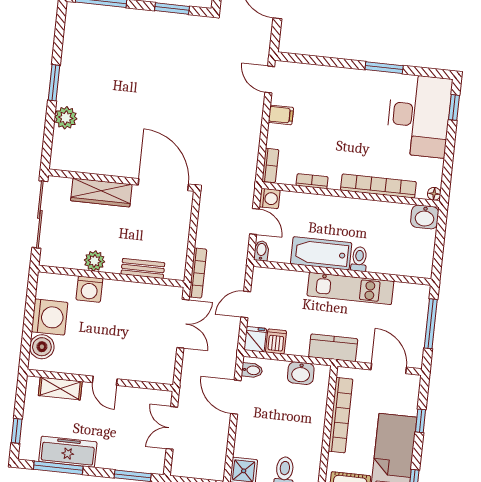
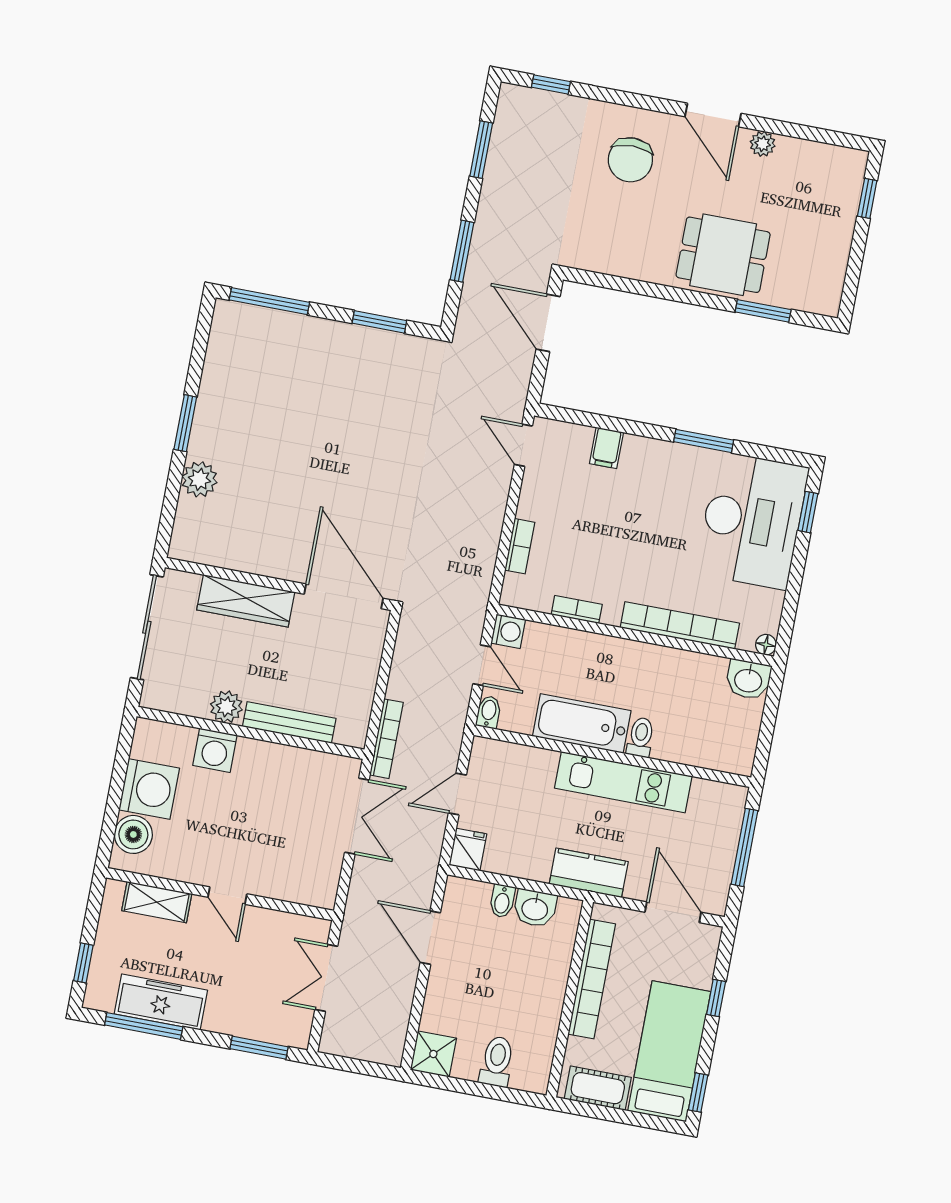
filing cabinet: (281, 115) -> (606, 448), moved, turned 90
bookcase: (270, 165) -> (520, 546), moved
bench: (143, 268) -> (289, 722), width x1.36
dishwasher: (276, 341) -> (500, 856), removed
bidet: (252, 370) -> (502, 901), moved, turned 90

